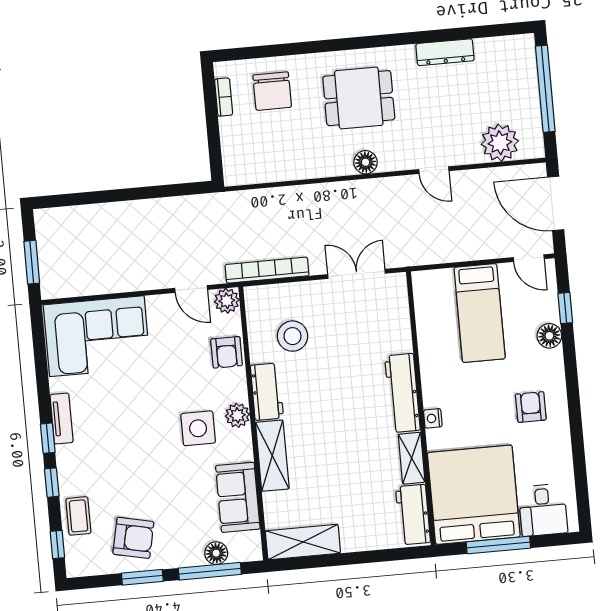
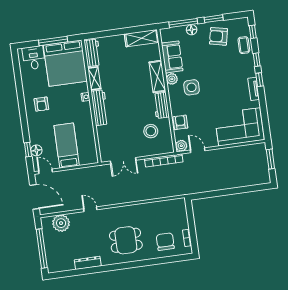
floor lamp: (366, 162) -> (121, 211), removed
floor lamp: (549, 336) -> (36, 150), moved
plant: (238, 415) -> (172, 79), moved
floor lamp: (216, 553) -> (192, 30), moved

